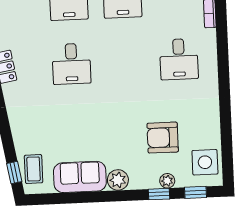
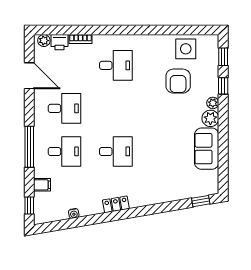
side table: (205, 162) -> (186, 49), moved
coffee table: (34, 169) -> (199, 185), removed
plant: (167, 181) -> (213, 103), moved

